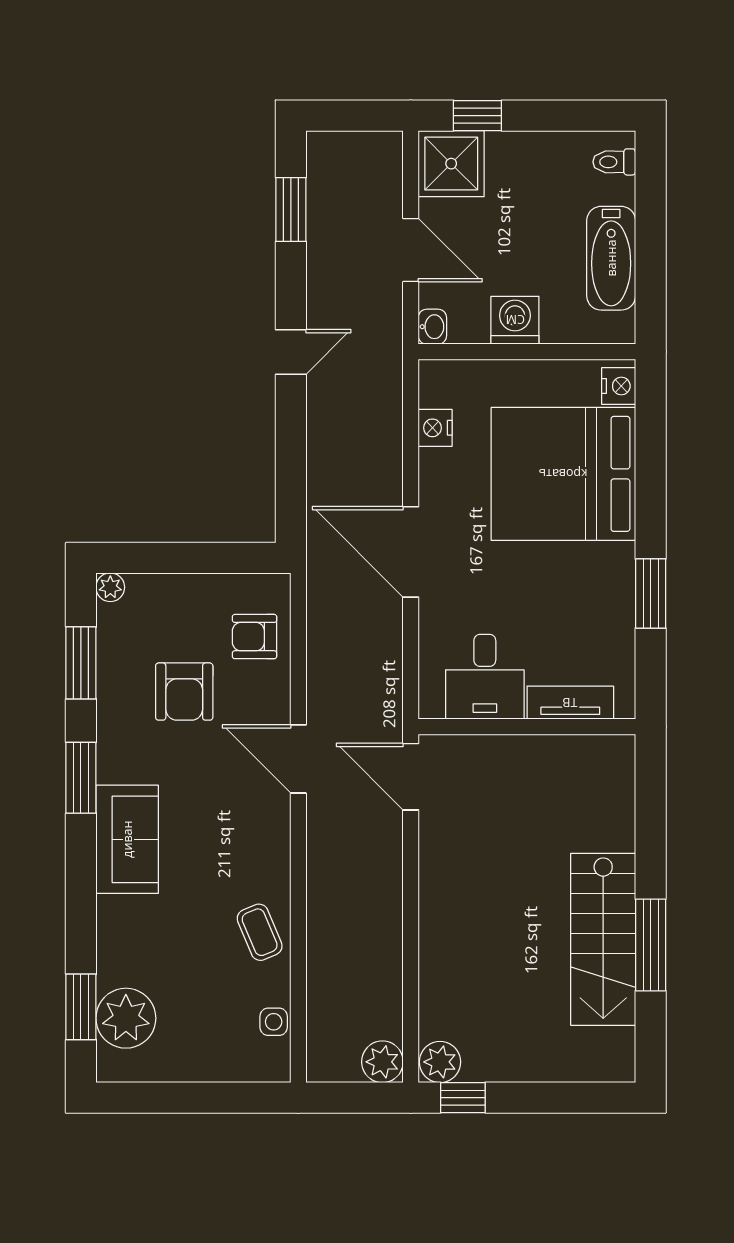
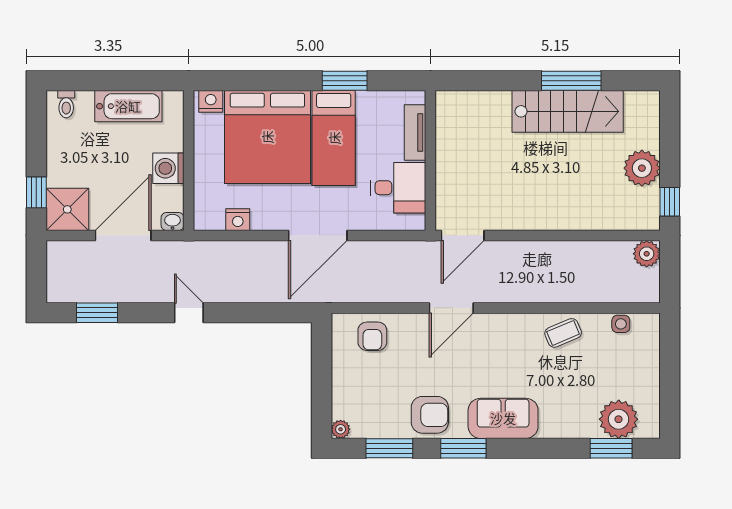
door: (411, 250) -> (123, 235), width x1.36
bed: (562, 577) -> (334, 138), added
armchair: (184, 692) -> (430, 415), moved
plant: (440, 1062) -> (642, 168), moved, width x1.36, depth x1.36

